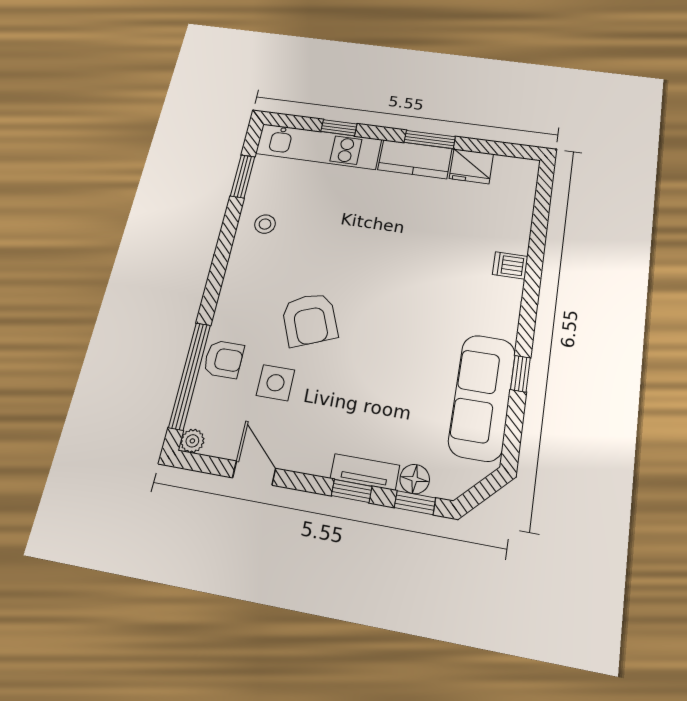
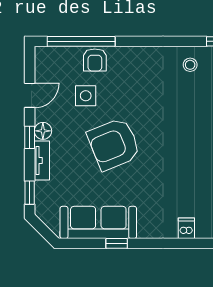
armchair: (310, 319) -> (114, 144), moved, width x1.36, depth x1.36
plant: (192, 441) -> (42, 53), removed
floor lamp: (415, 479) -> (43, 131), moved
window: (352, 491) -> (30, 137), moved

